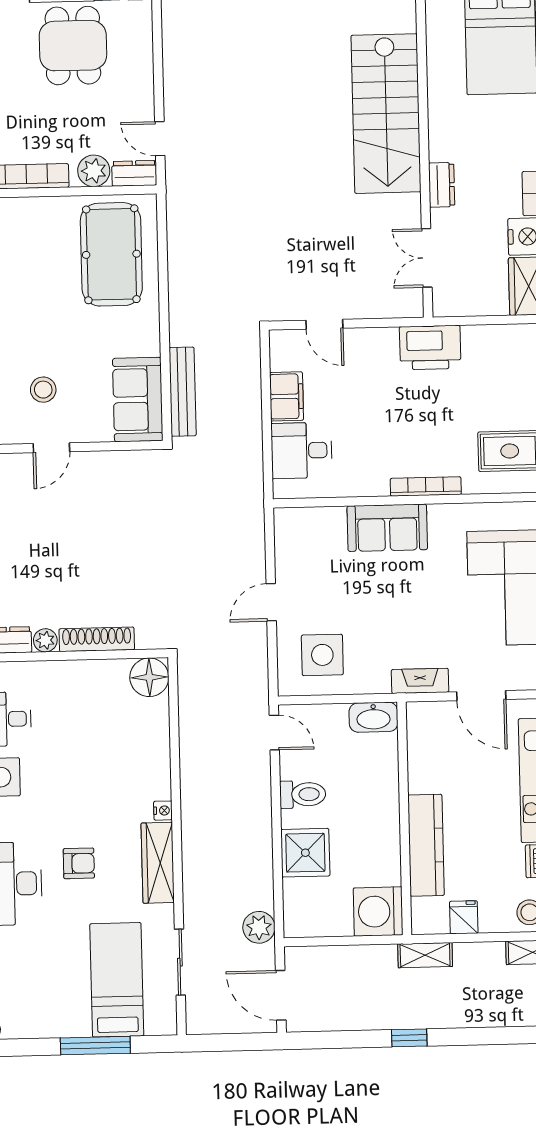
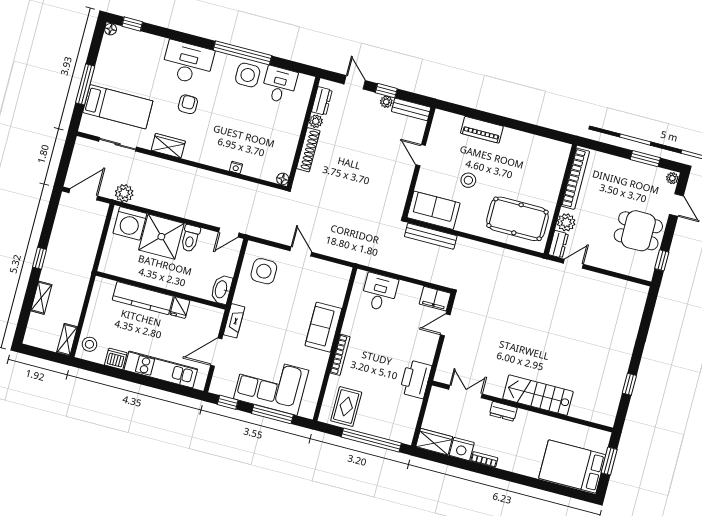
stairs: (386, 114) -> (538, 395), width x0.73, depth x0.66
stool: (43, 390) -> (468, 180), moved
filing cabinet: (287, 396) -> (435, 299), moved
floor lamp: (149, 677) -> (283, 179), width x0.53, depth x0.53
nightstand: (163, 811) -> (236, 167), moved
shower: (305, 853) -> (161, 237), width x1.37, depth x1.37
armchair: (79, 863) -> (188, 104), turned 180
wardrobe: (158, 863) -> (168, 146), width x0.67
washing machine: (378, 911) -> (130, 223), moved, turned 180
fridge: (464, 917) -> (180, 307), moved, turned 90
shelving: (425, 955) -> (41, 298), moved

